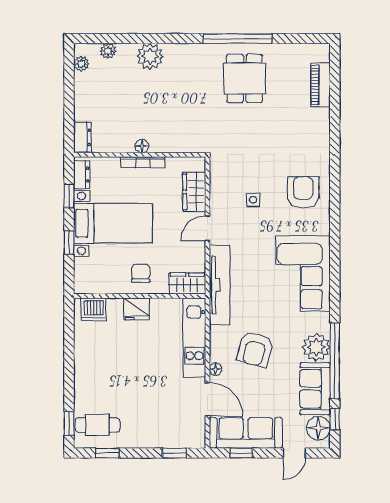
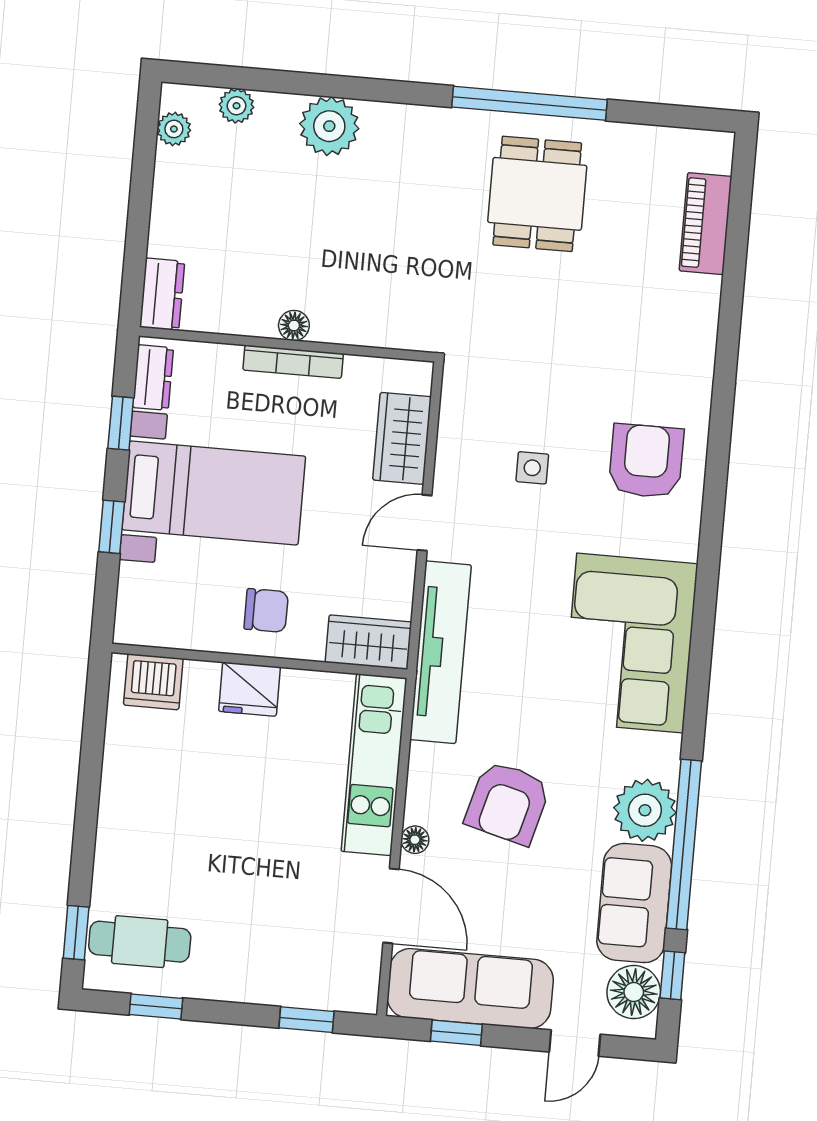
chair: (141, 273) -> (266, 610), turned 90

